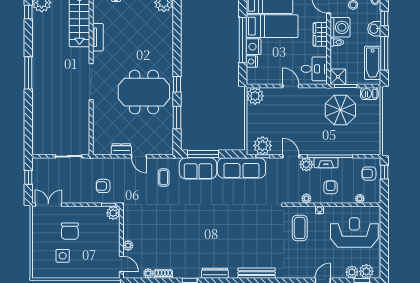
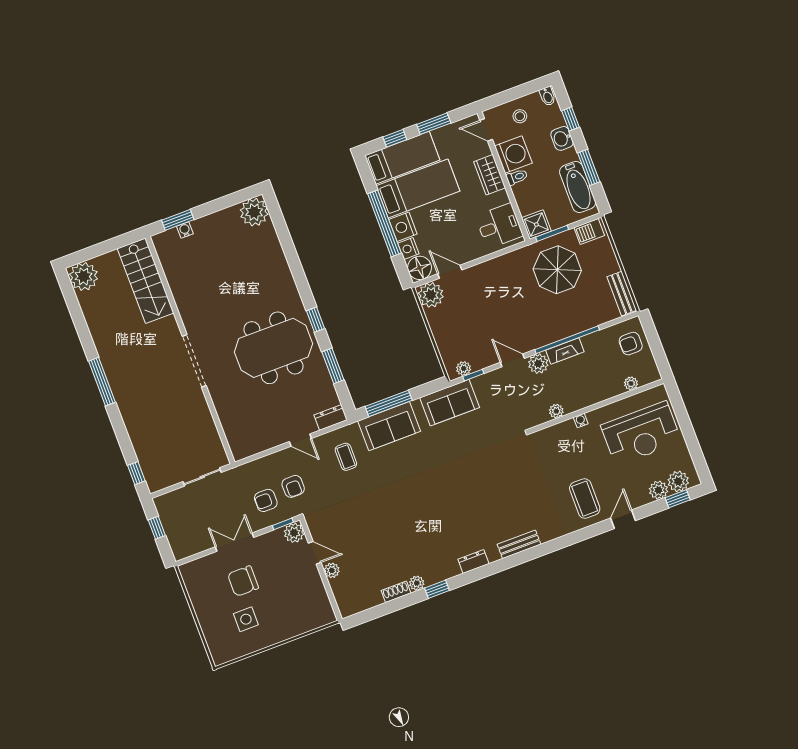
window: (28, 12) -> (136, 473), moved
tv unit: (98, 37) -> (180, 295), removed
window: (384, 53) -> (589, 167), width x0.69
floor lamp: (254, 76) -> (420, 268), added
door: (291, 86) -> (450, 272), moved
bench: (375, 140) -> (622, 294), added
plant: (263, 146) -> (464, 369), width x0.53, depth x0.53
dresser: (121, 149) -> (331, 417), moved
sofa: (241, 168) -> (450, 403), width x0.73
window: (384, 172) -> (651, 334), removed
armchair: (331, 187) -> (293, 486), moved, turned 180
double door: (48, 205) -> (235, 542), moved
coffee table: (300, 228) -> (585, 499), moved
chair: (70, 231) -> (243, 581), turned 90
reception desk: (354, 232) -> (641, 433), turned 180
door: (121, 264) -> (315, 553), moved
plant: (148, 273) -> (417, 583), moved
dresser: (215, 273) -> (473, 561), width x0.70
bench: (257, 273) -> (519, 544), width x0.73

